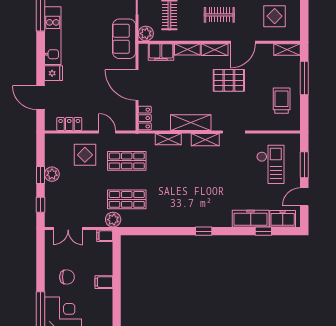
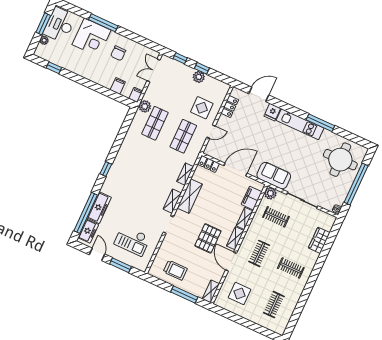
window: (263, 231) -> (86, 213), width x3.17
filing cabinet: (104, 282) -> (118, 86), moved

